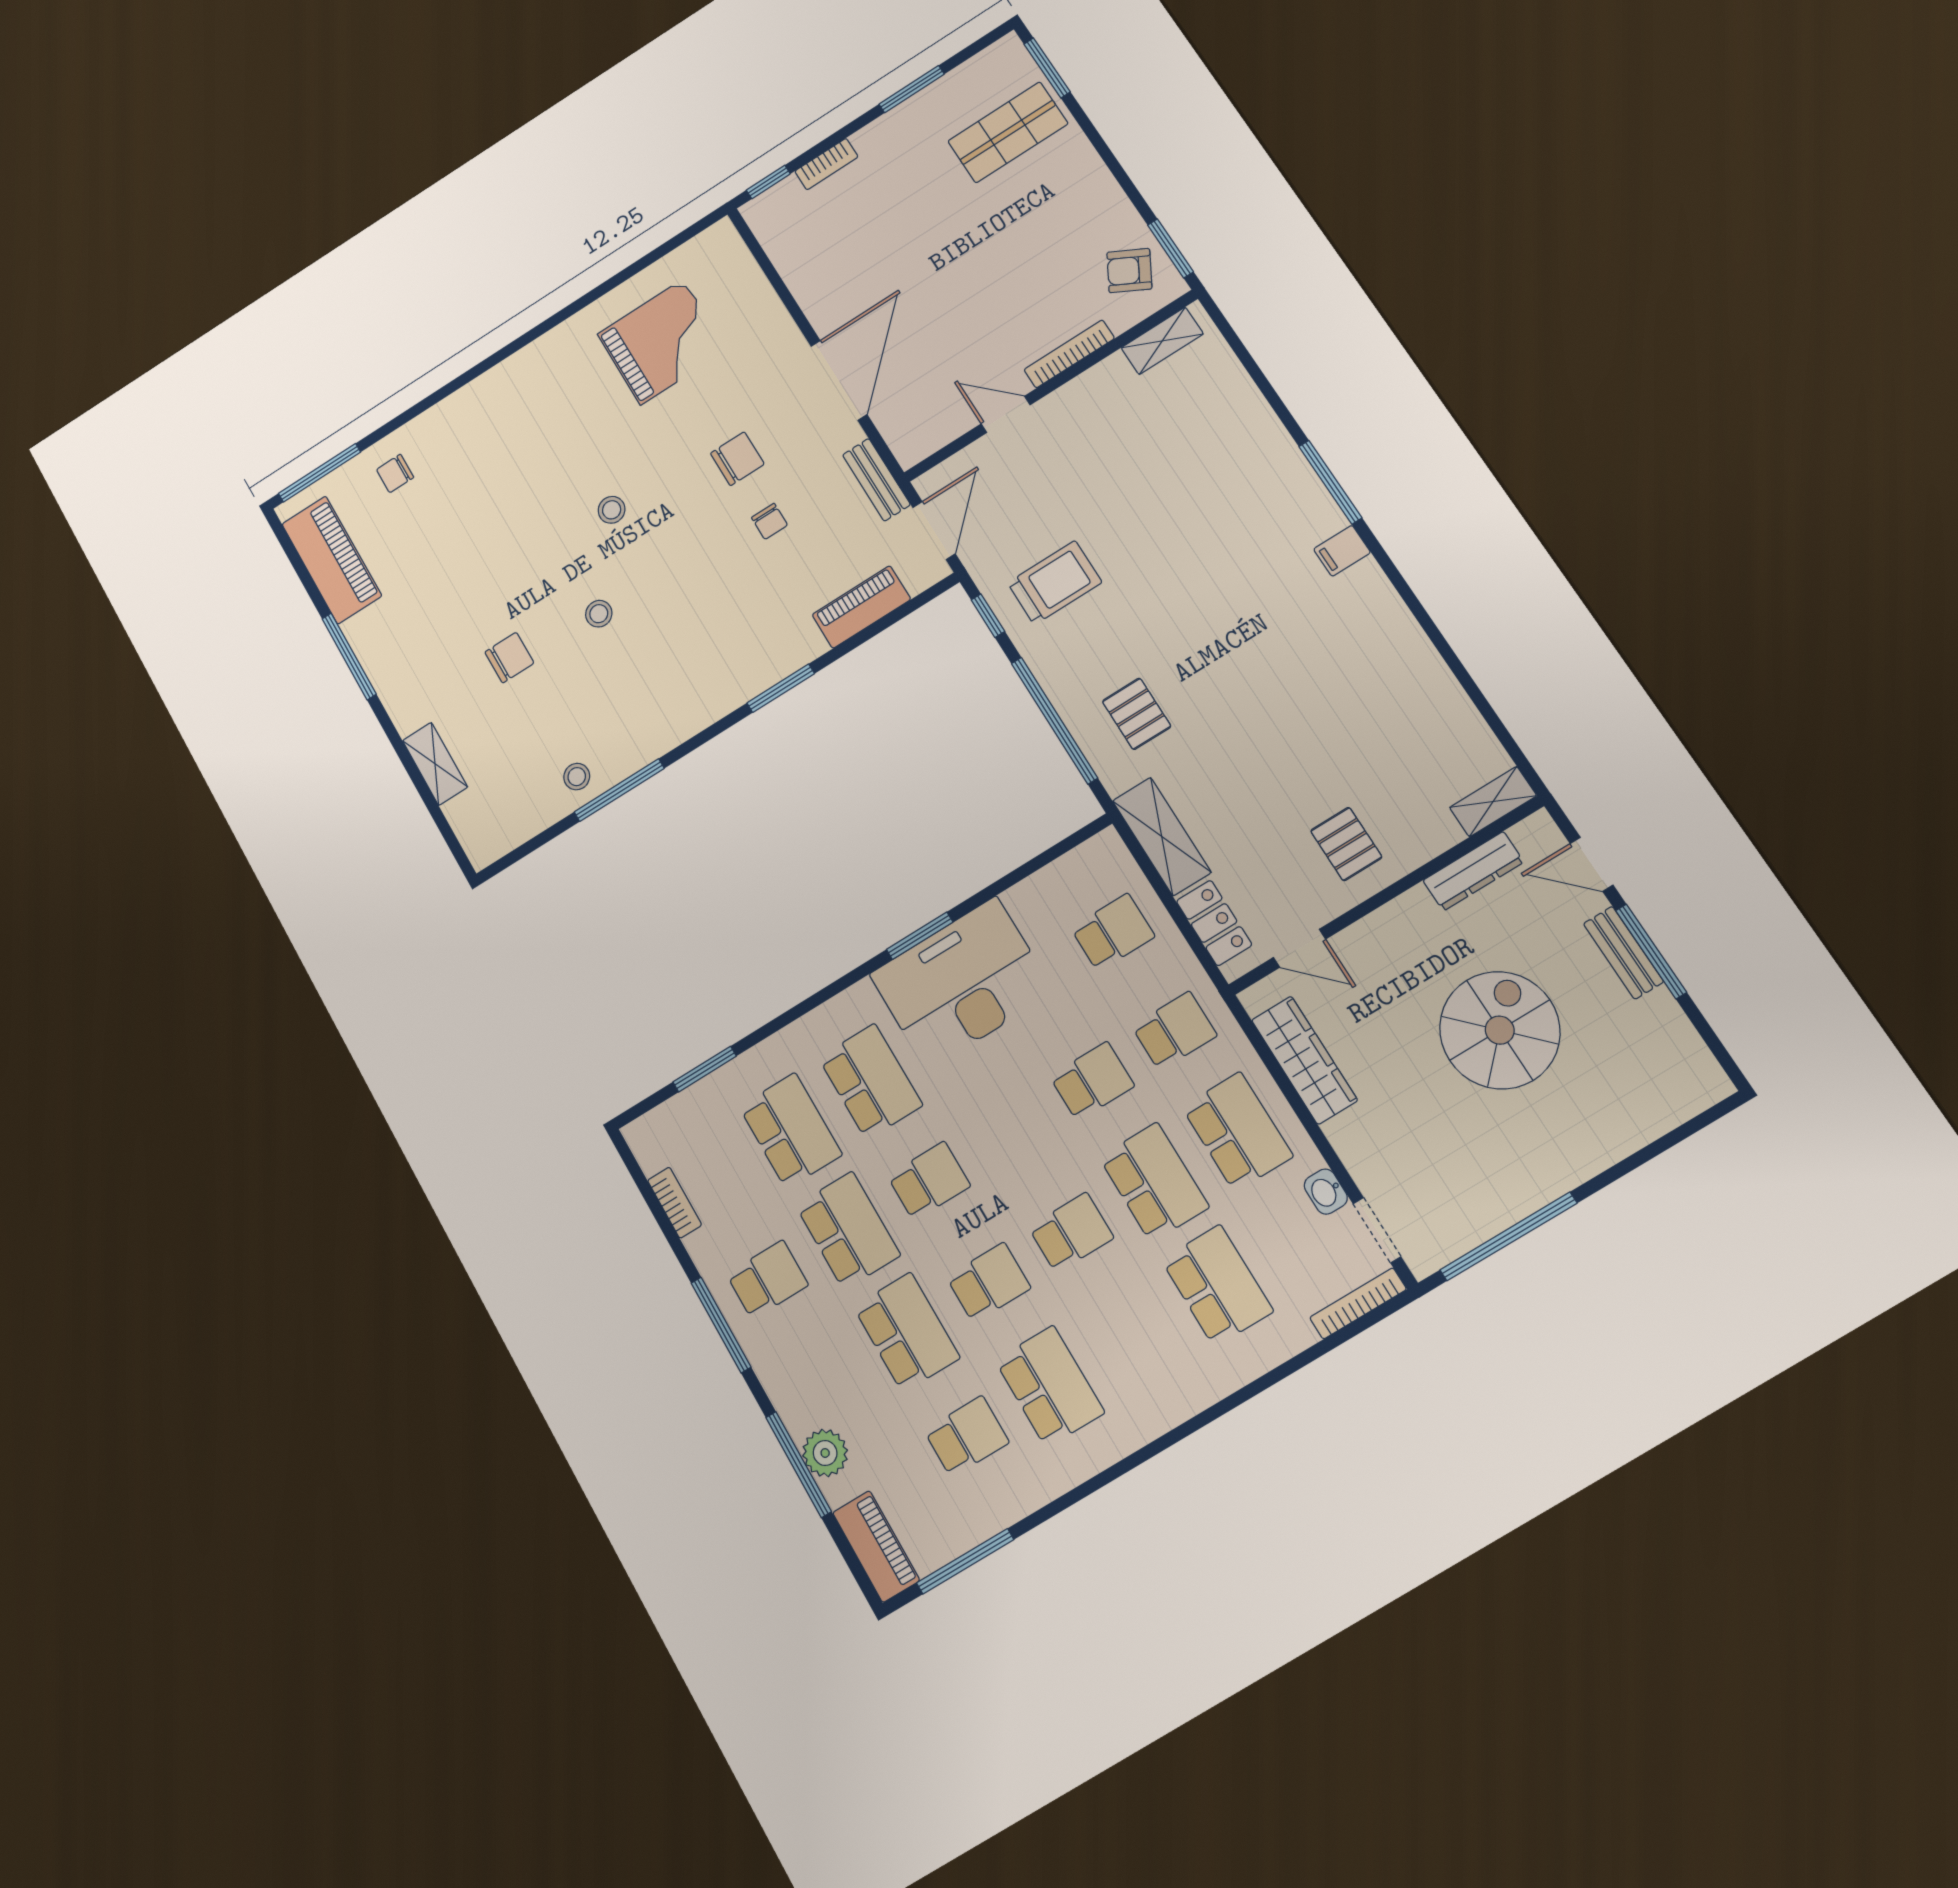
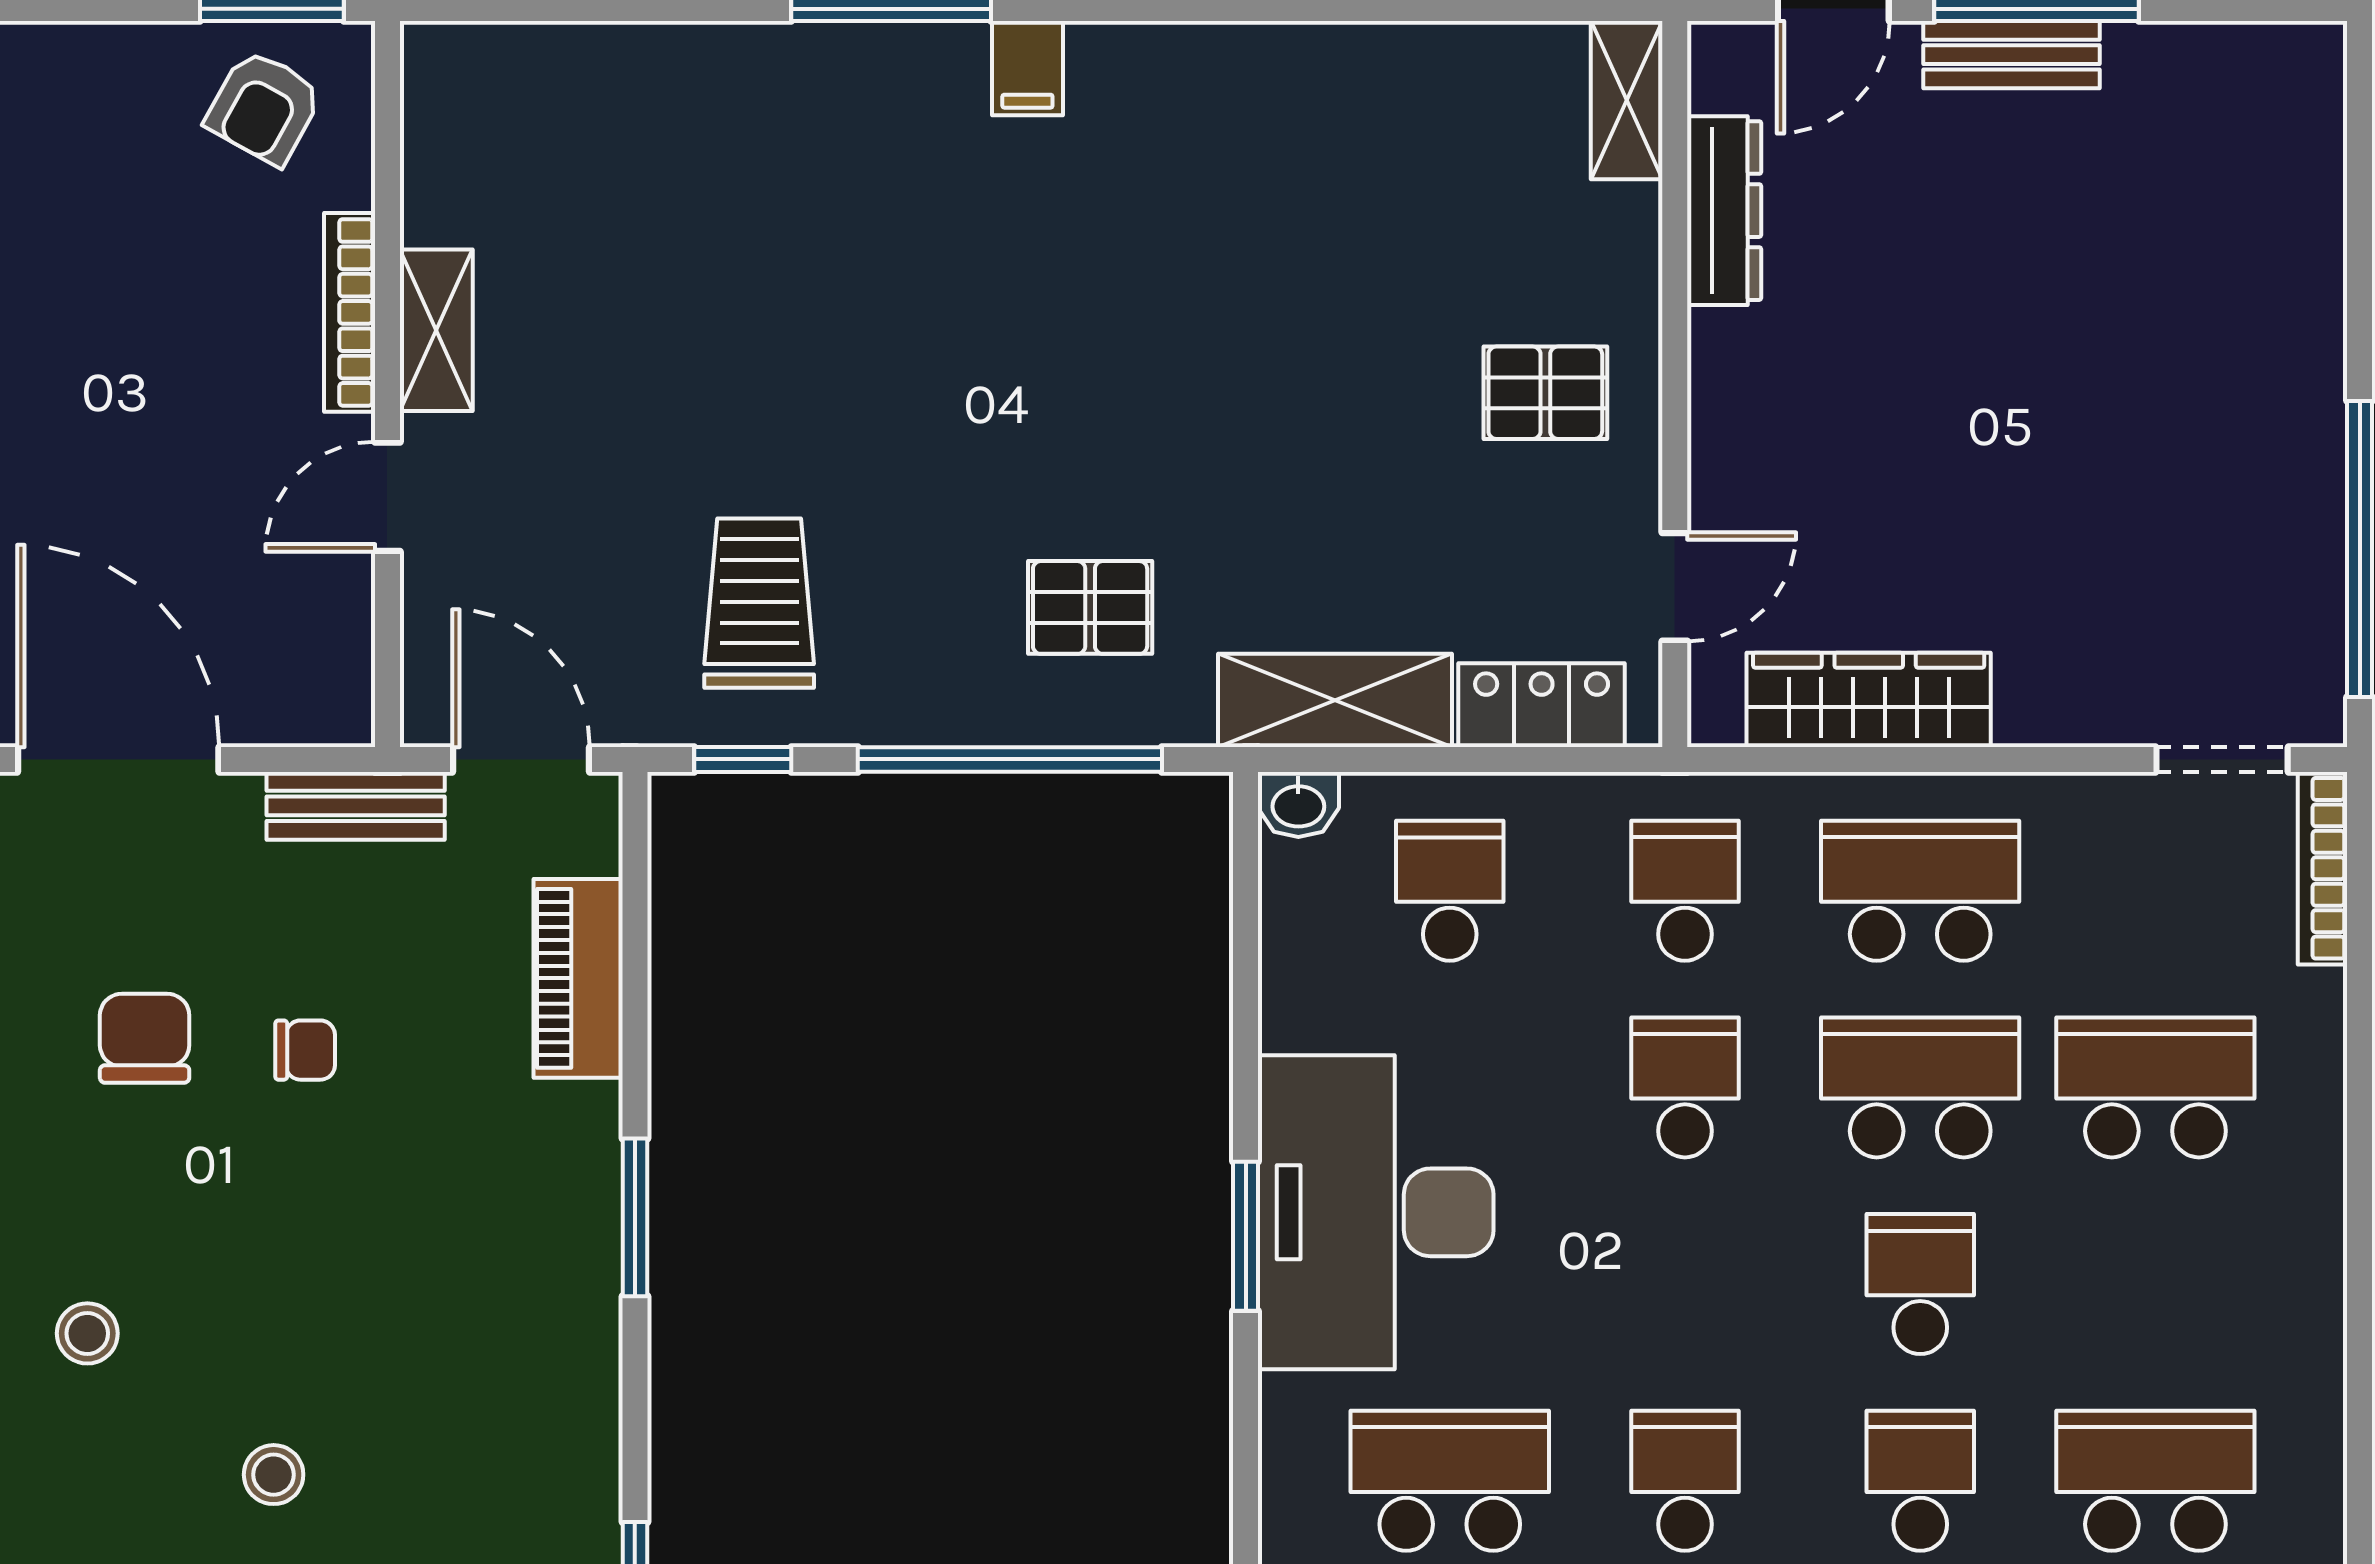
shelving: (1162, 341) -> (436, 330), moved
spiral stairs: (1500, 1030) -> (2016, 342), removed
washbasin: (1326, 1192) -> (1298, 805), moved

